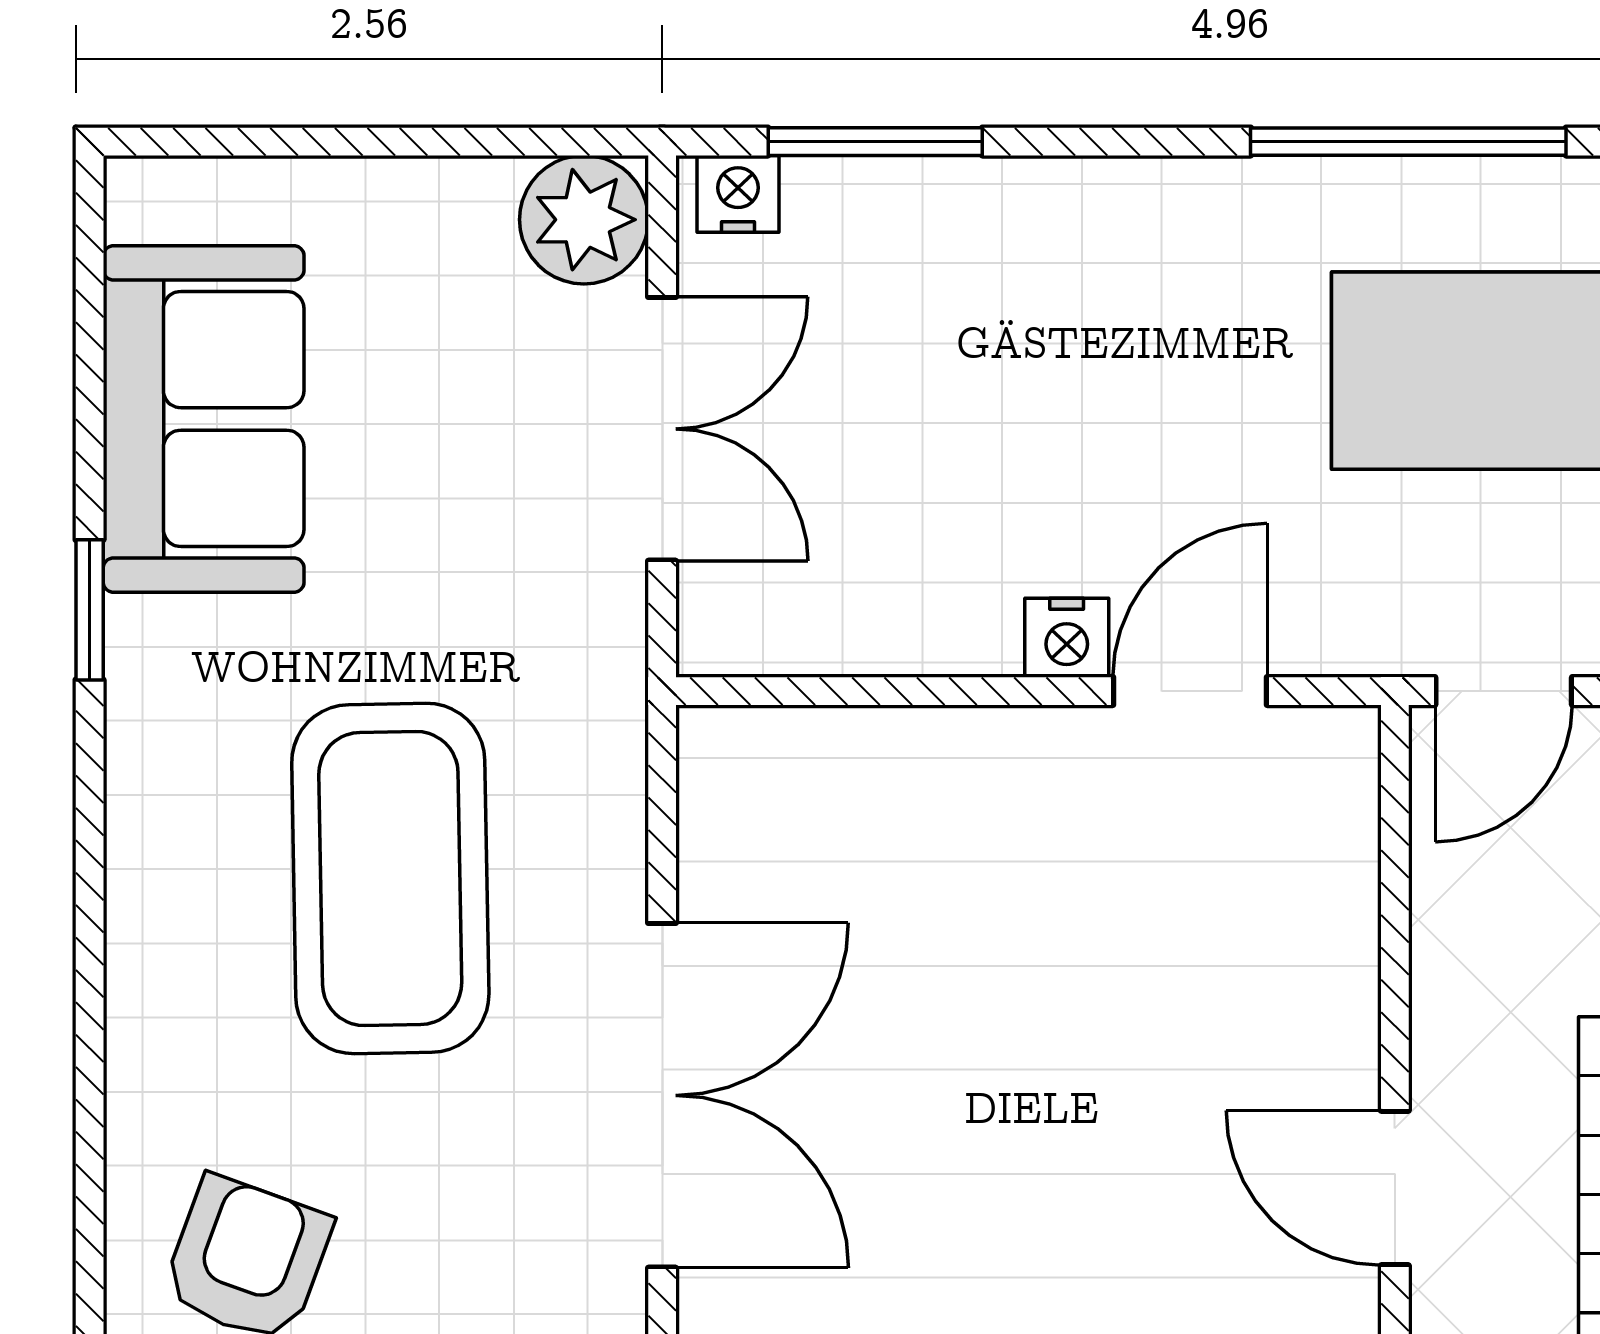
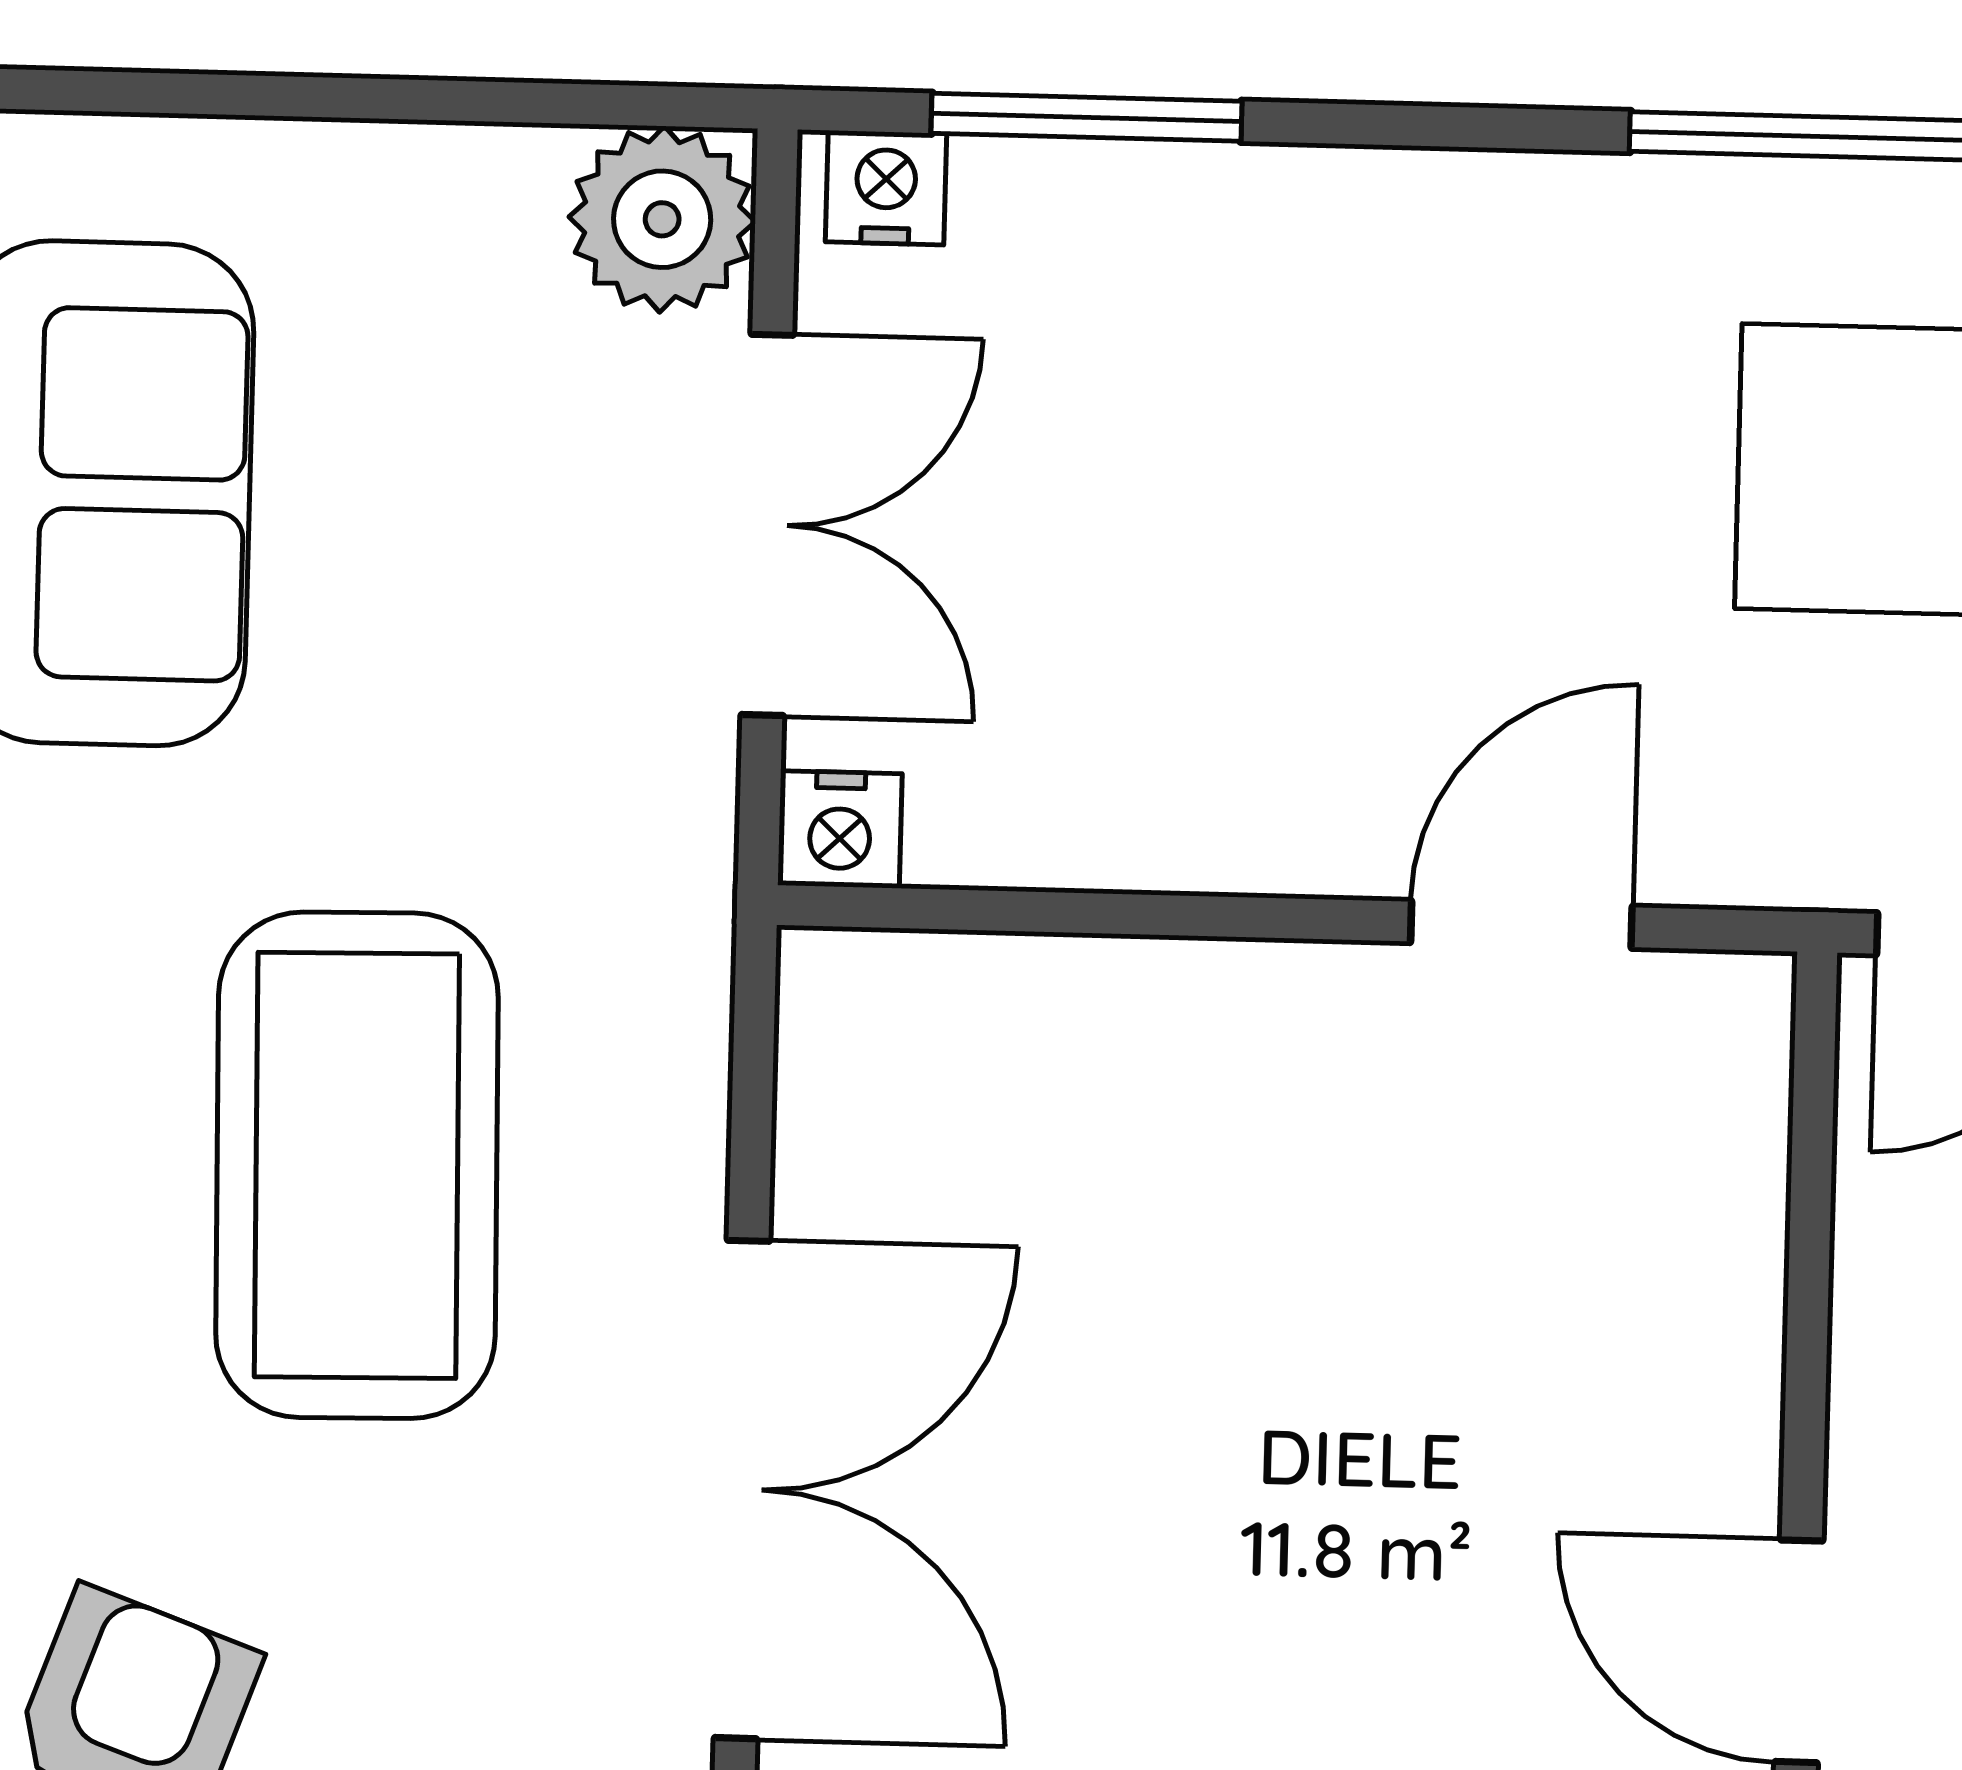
nightstand: (1067, 638) -> (840, 829), moved

